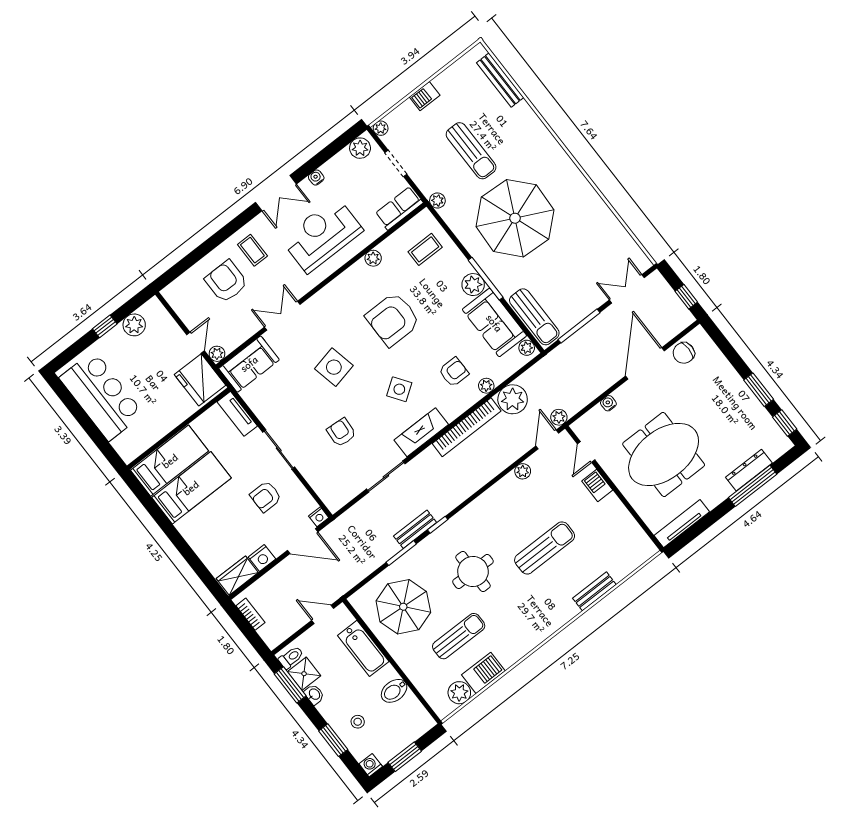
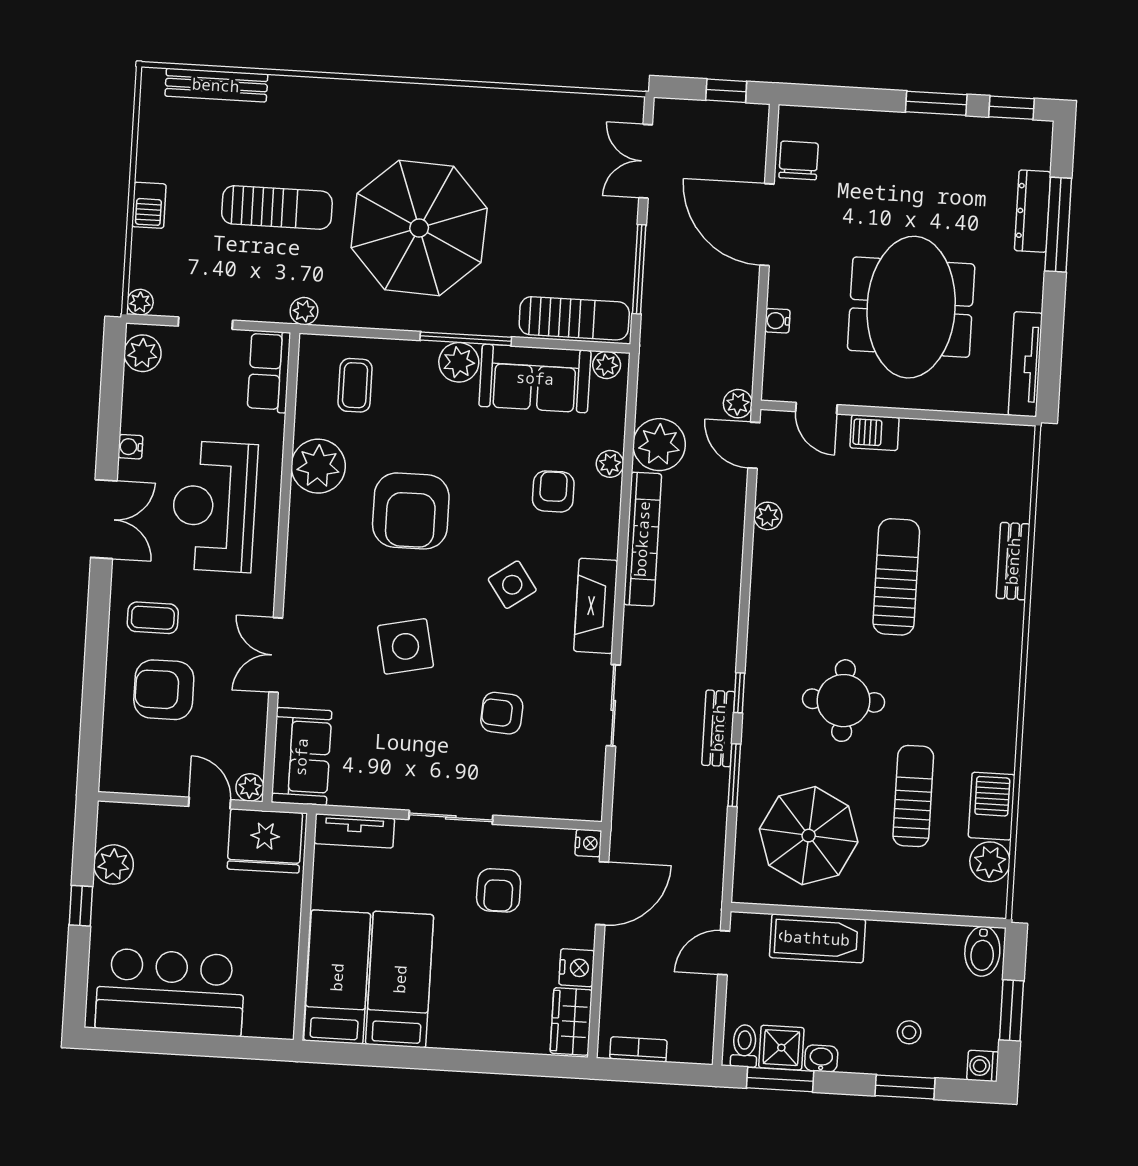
plant: (373, 258) -> (318, 466), width x1.87, depth x1.87
chair: (684, 353) -> (799, 160), turned 180
bidet: (394, 691) -> (982, 951), moved

